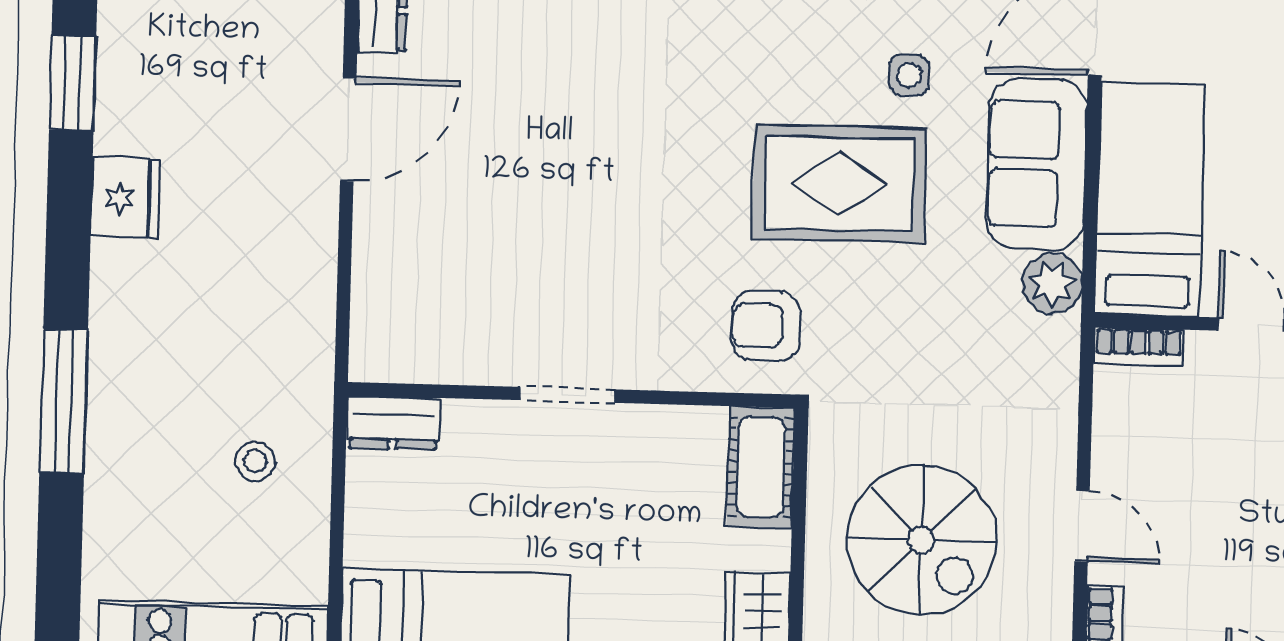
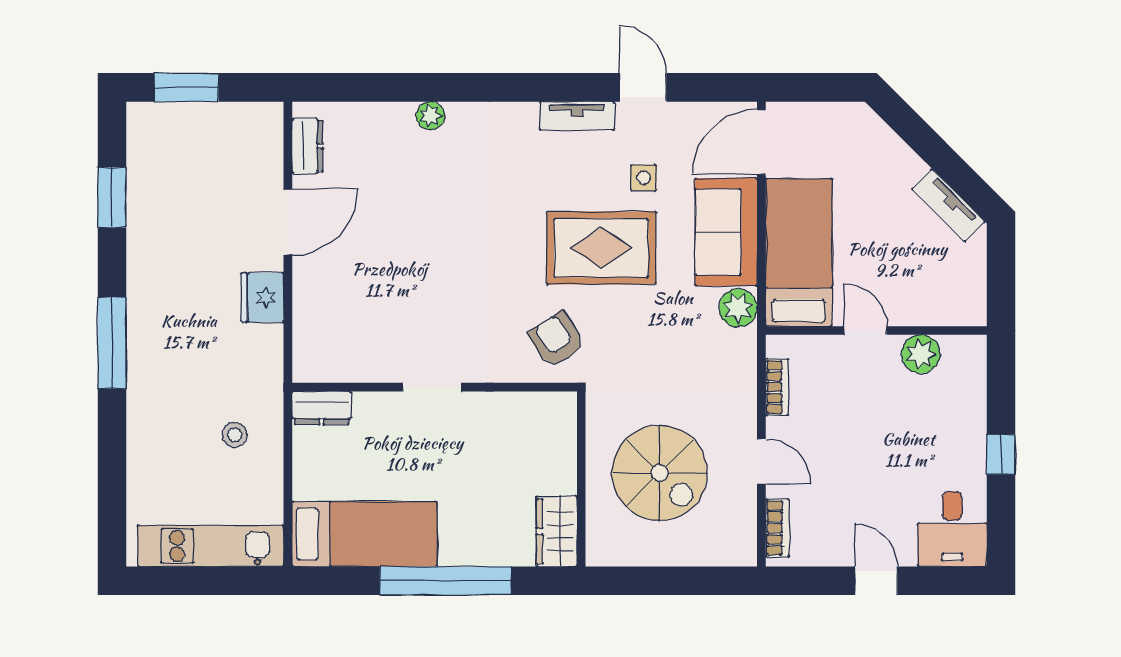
fridge: (125, 198) -> (262, 298), moved, turned 180
armchair: (766, 326) -> (557, 340), turned 57
bookcase: (1139, 346) -> (777, 387), moved, turned -90
window: (64, 401) -> (112, 343), moved
cot: (761, 467) -> (556, 430), removed

